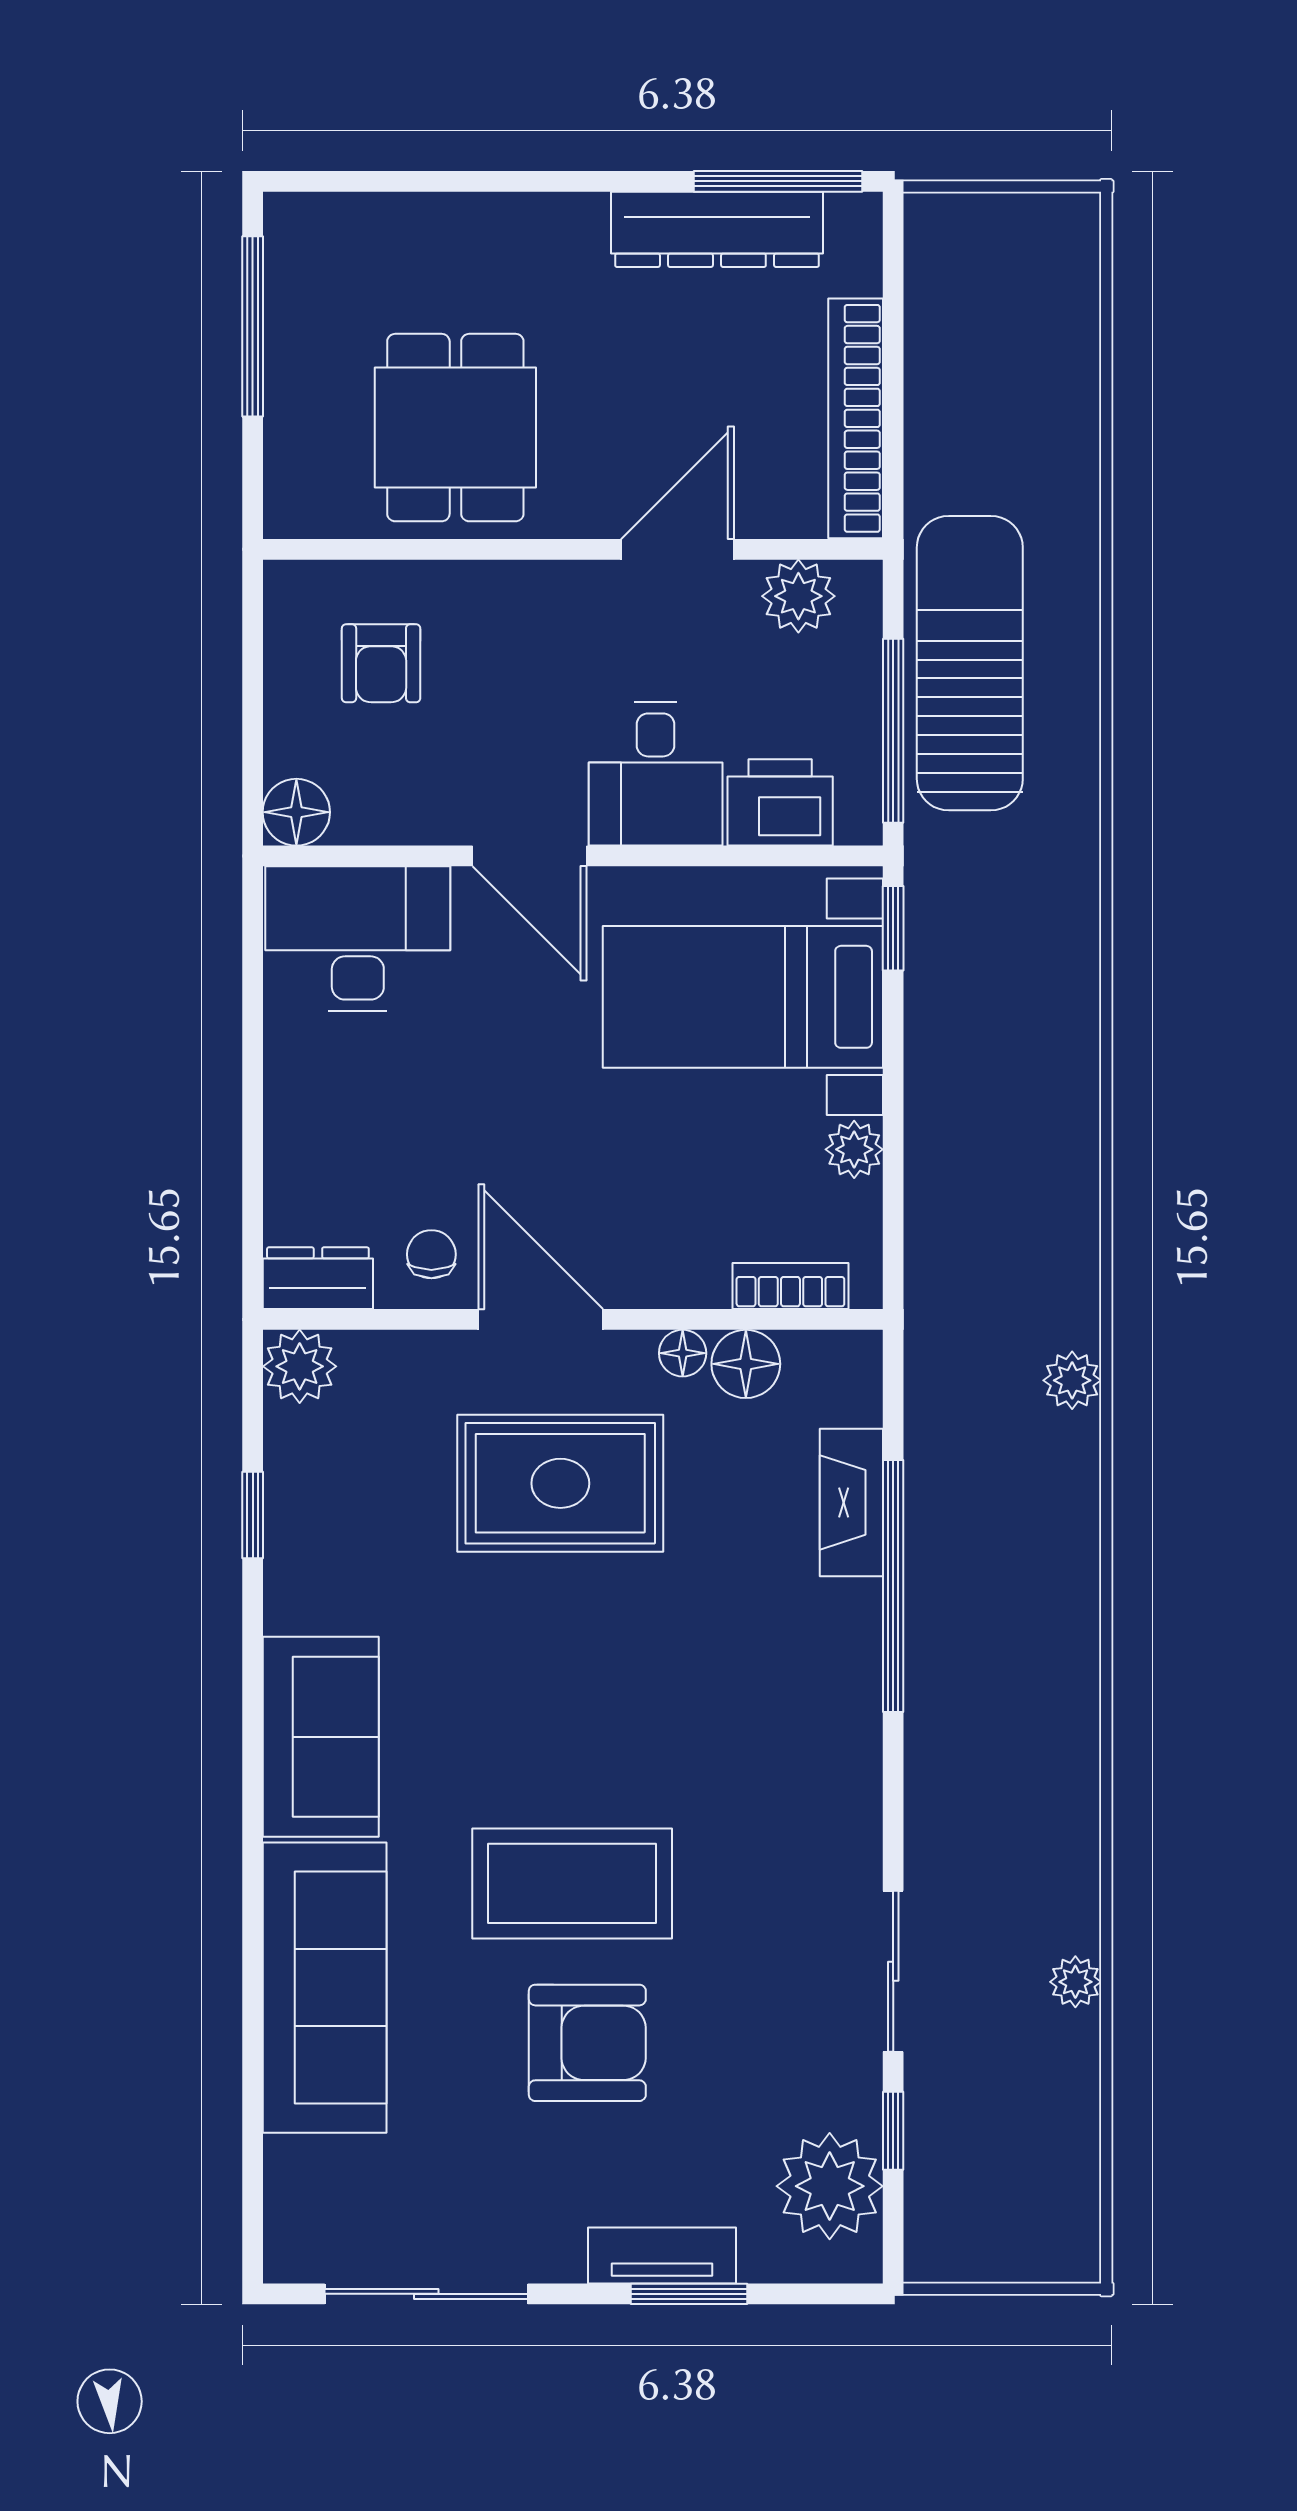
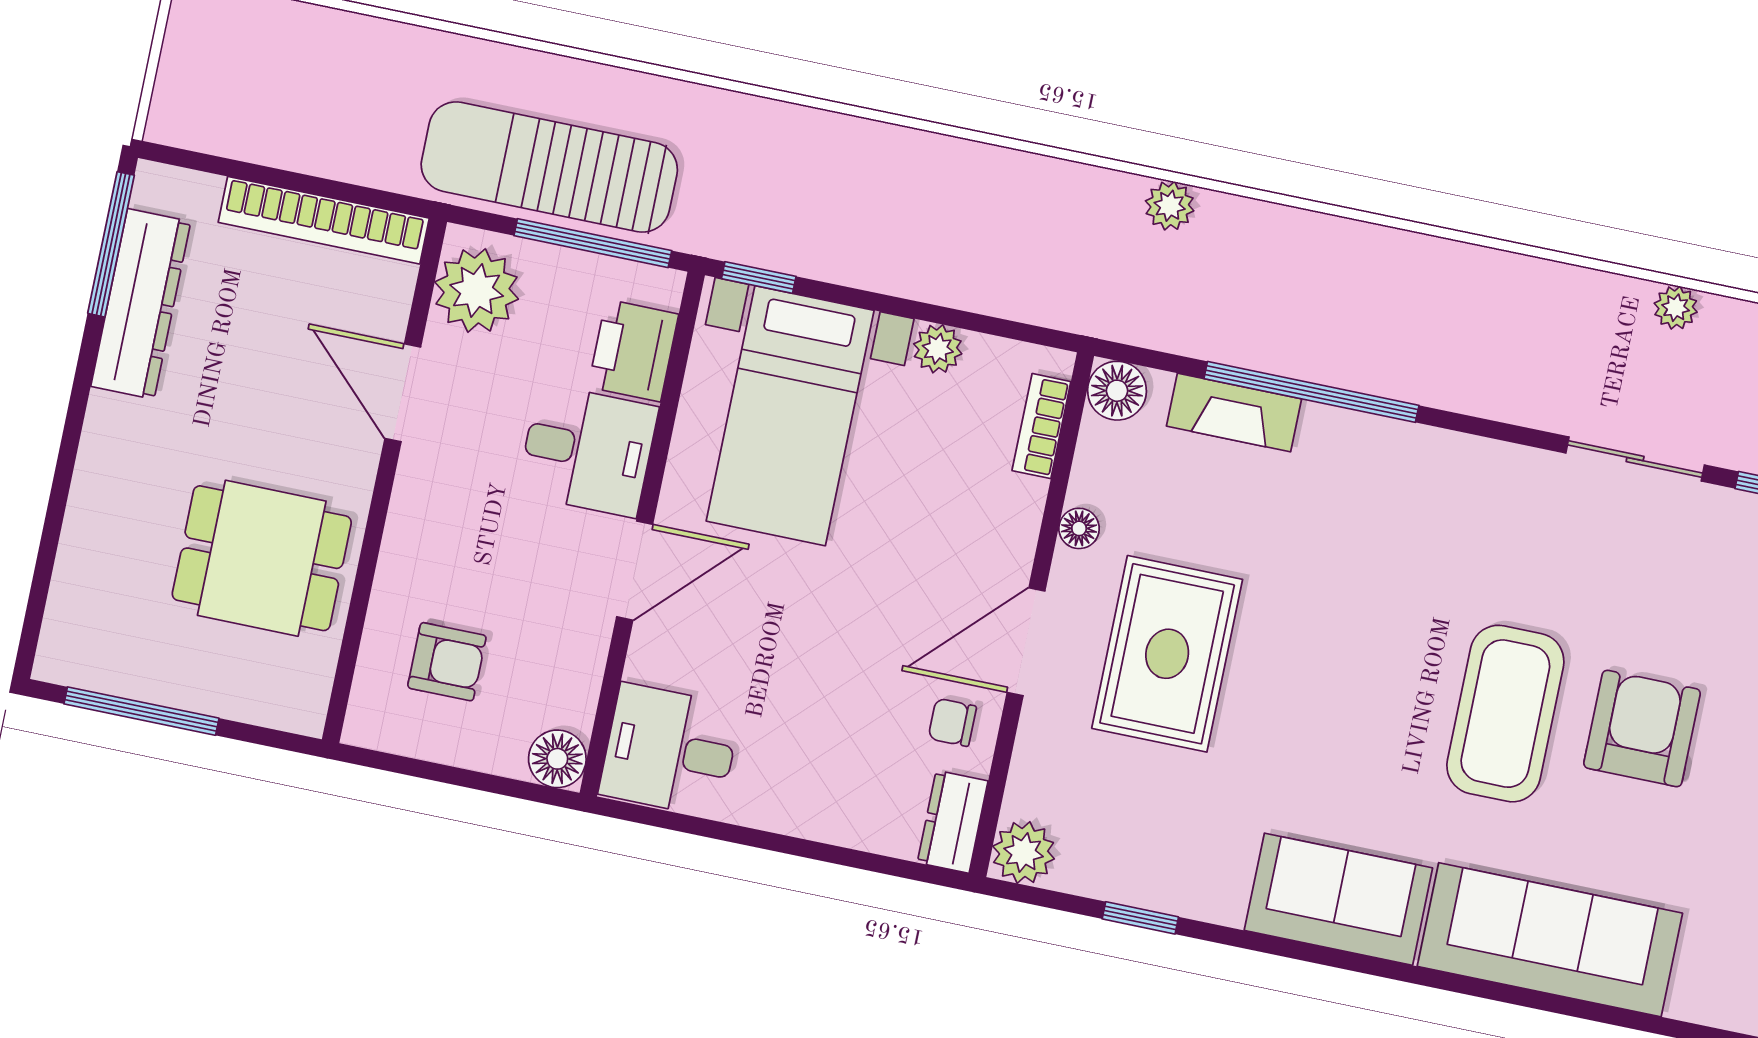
plant: (798, 596) -> (477, 290), width x1.36, depth x1.36
desk: (358, 939) -> (670, 750), width x0.73
floor lamp: (746, 1364) -> (1117, 391), moved

